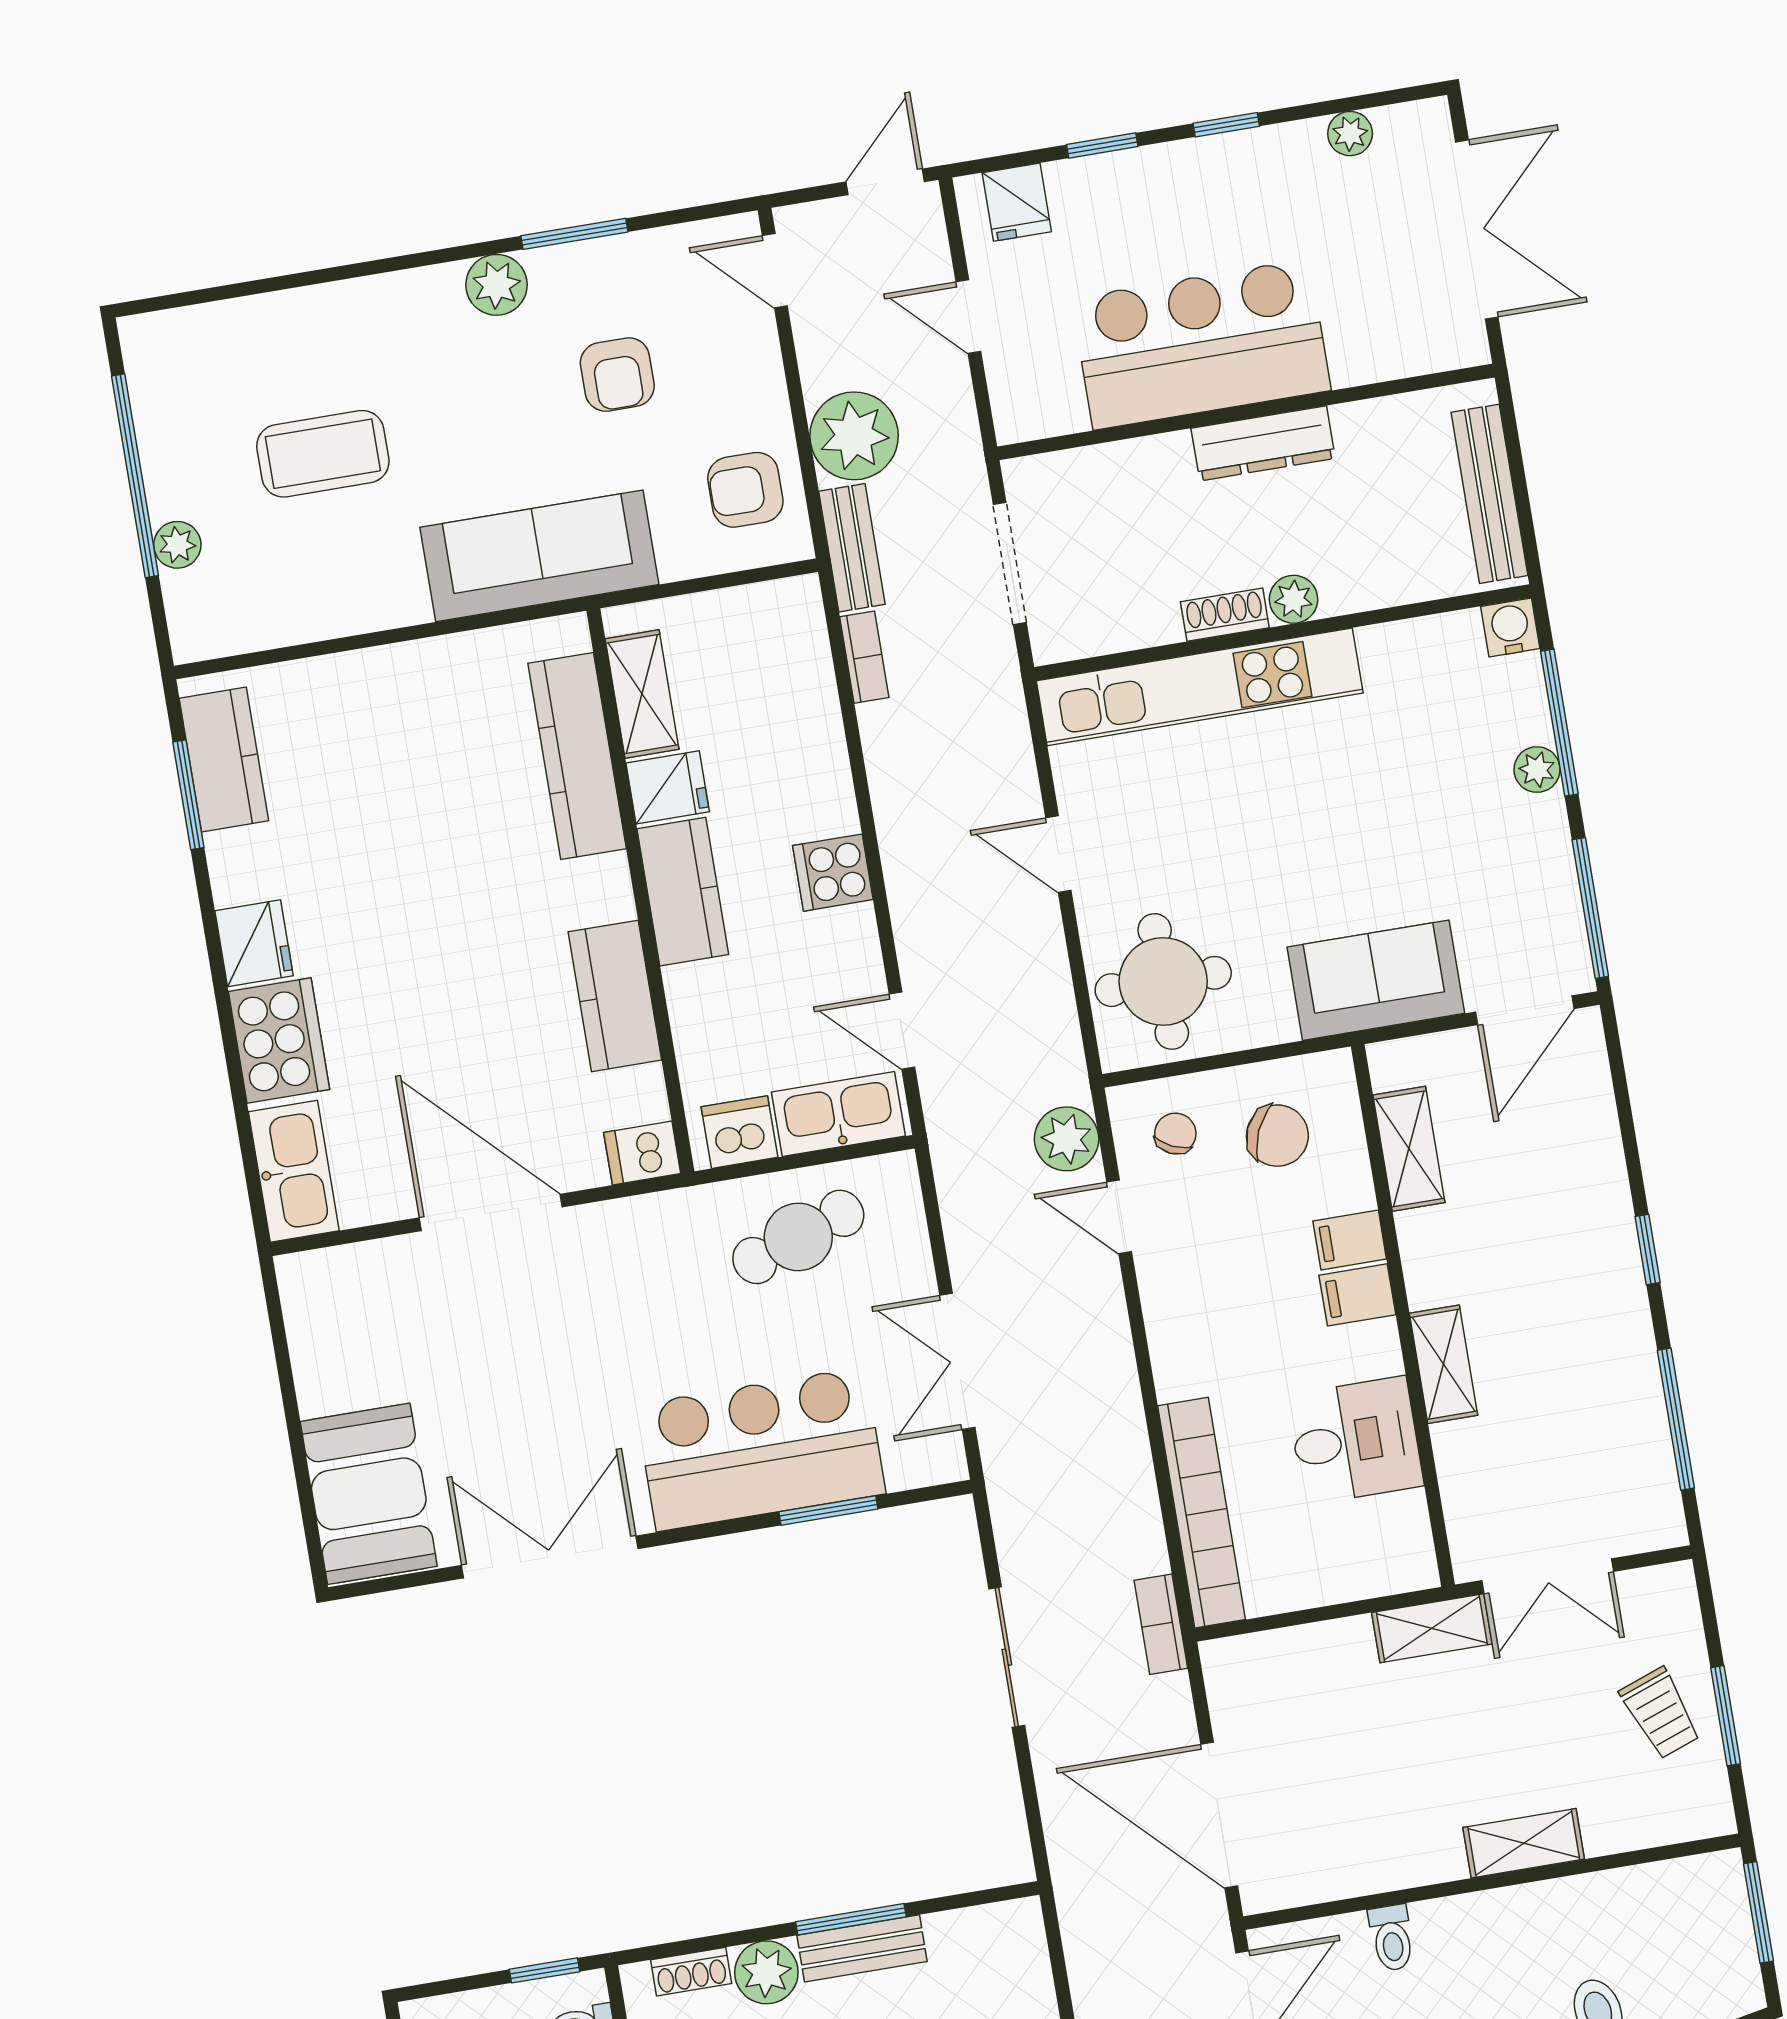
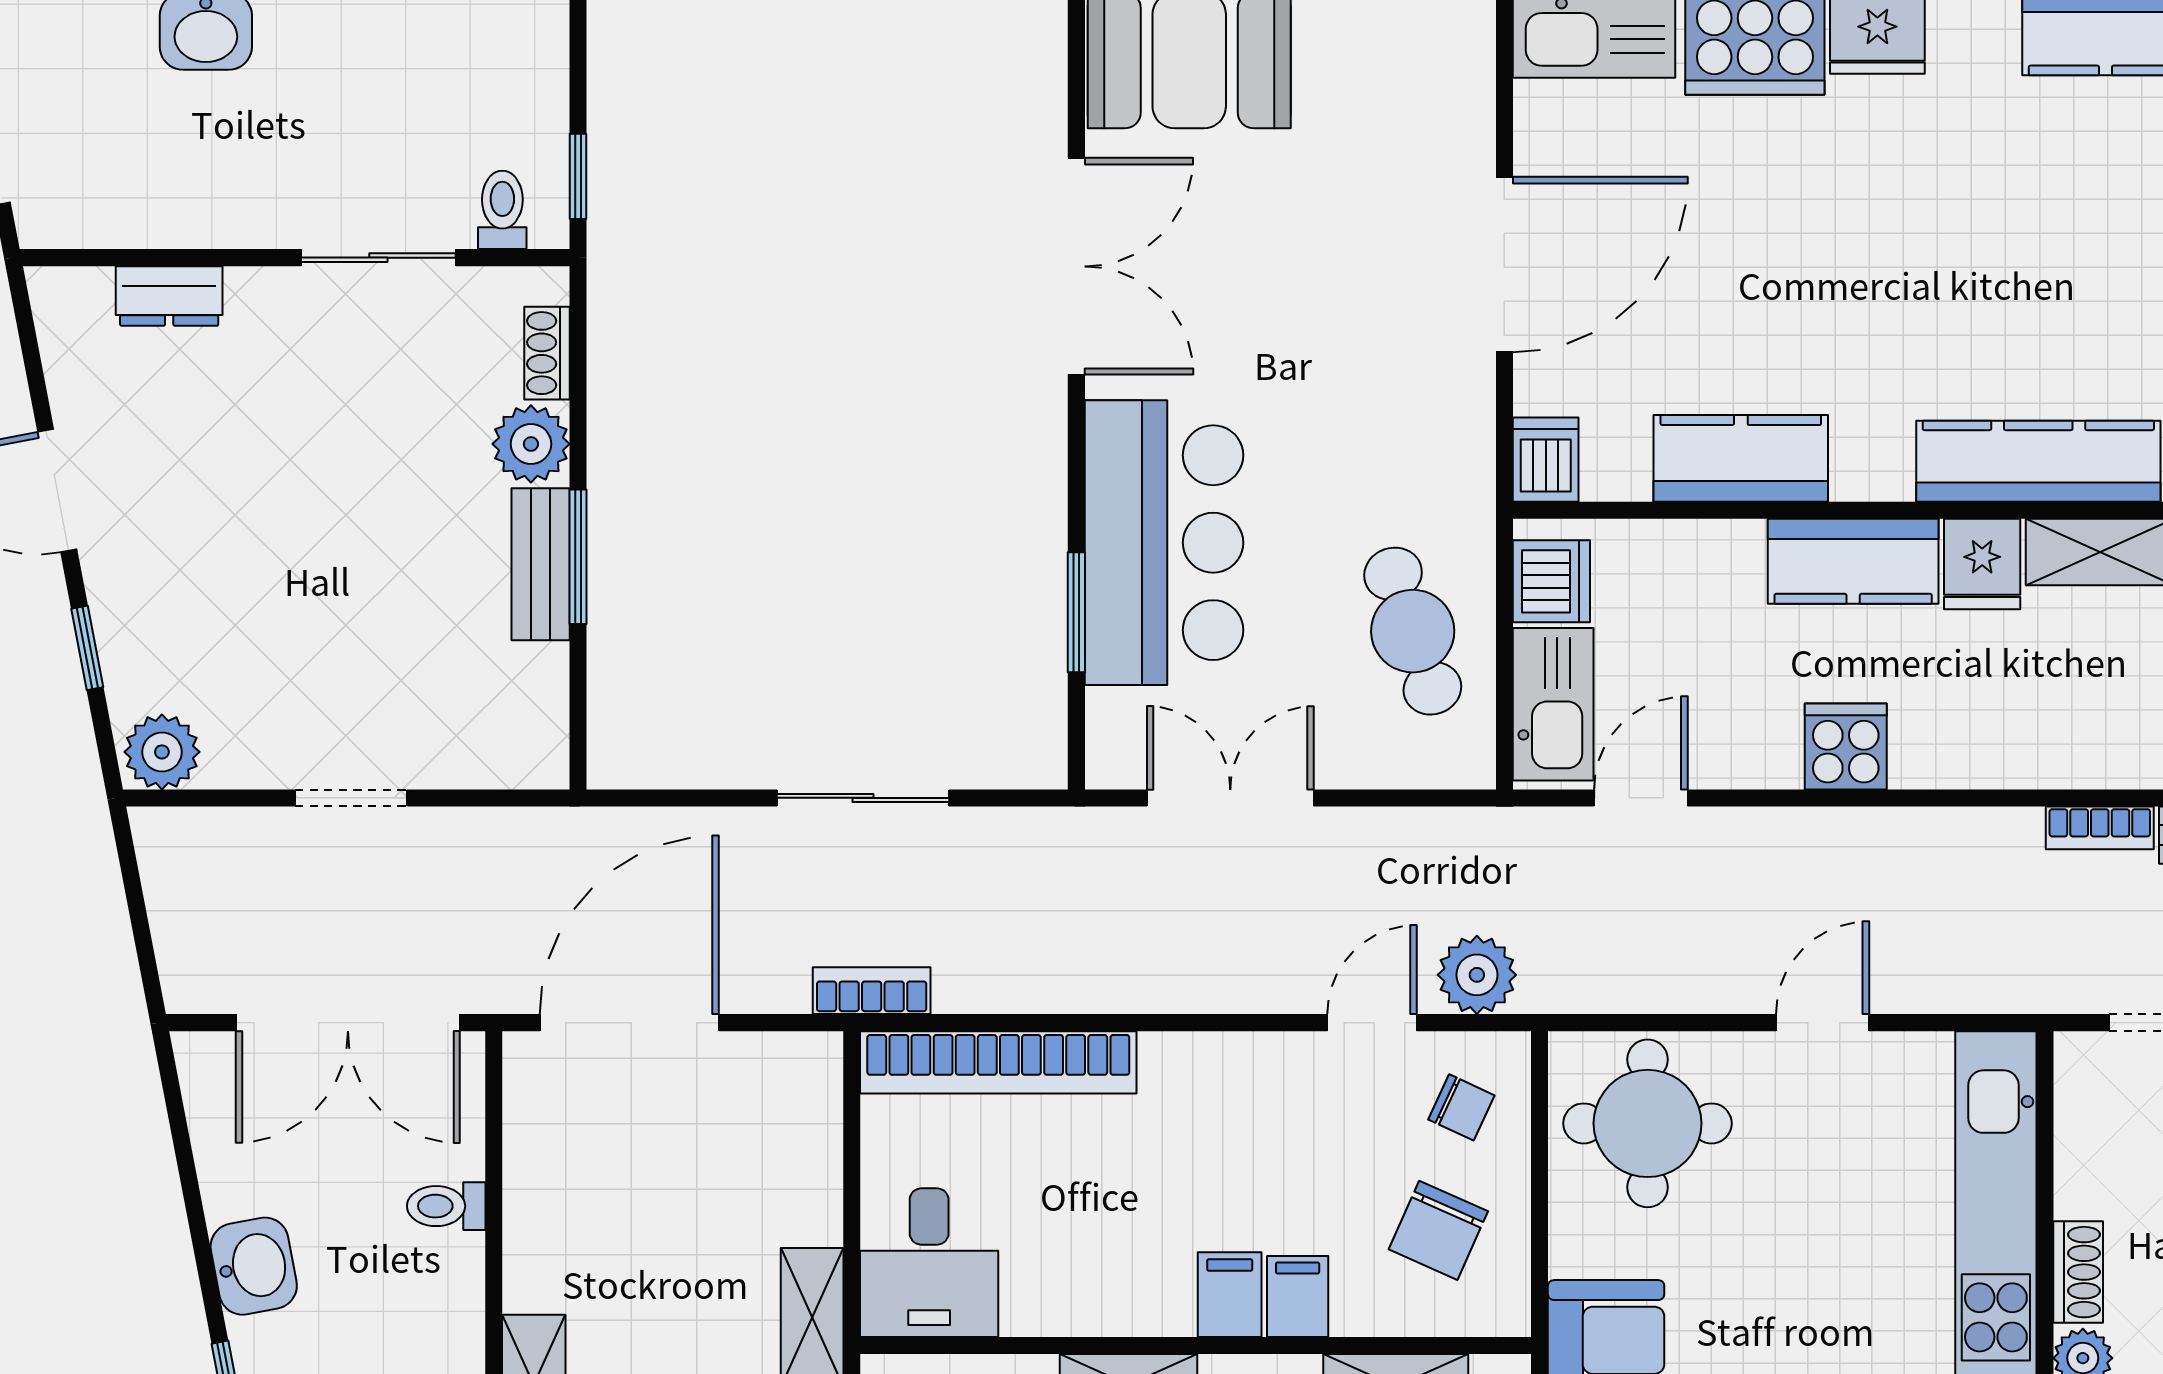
desk: (1355, 1440) -> (929, 1263), moved

